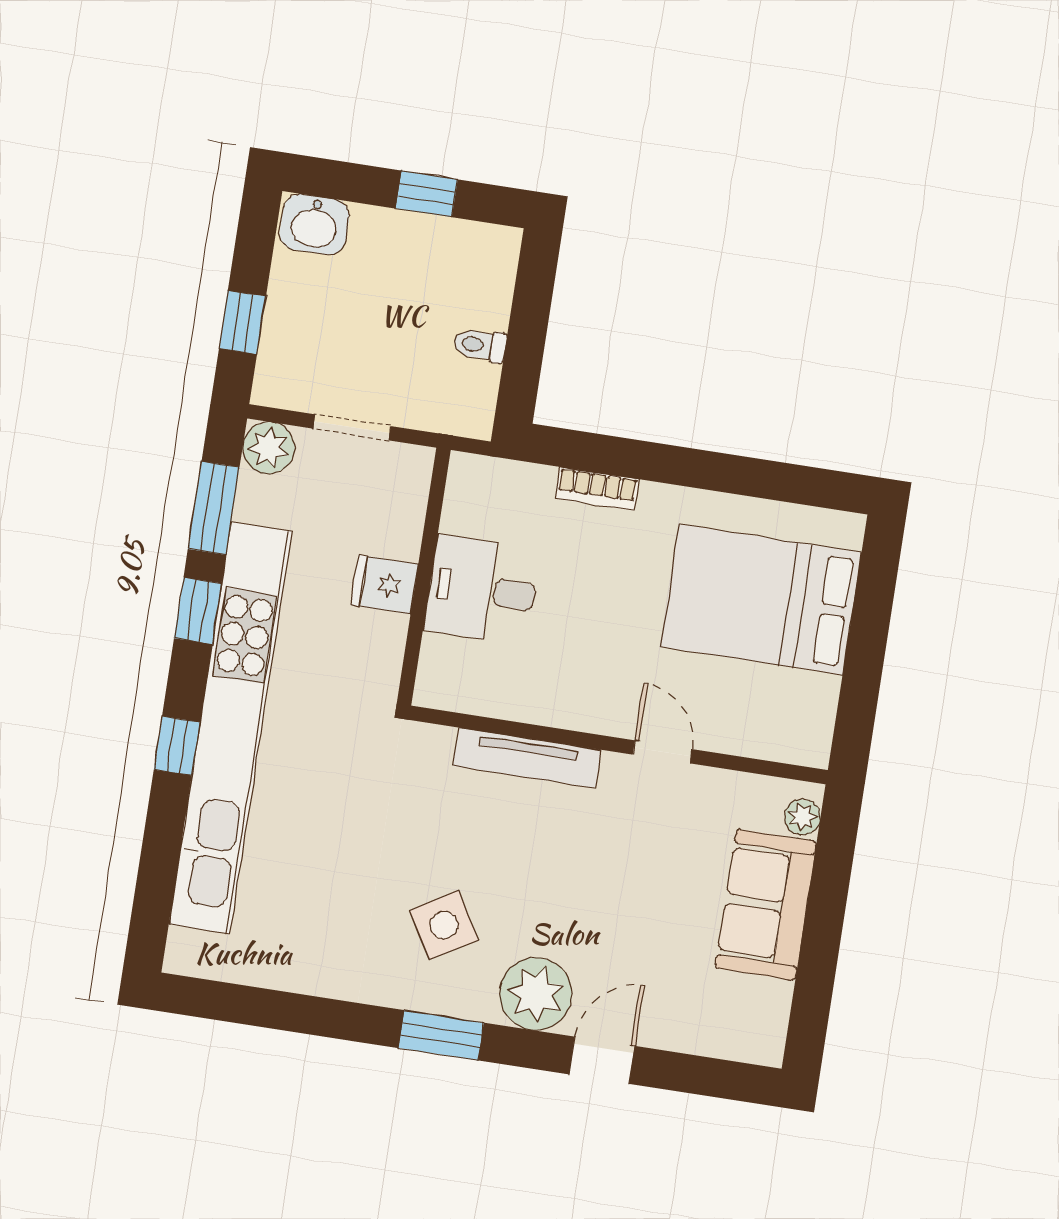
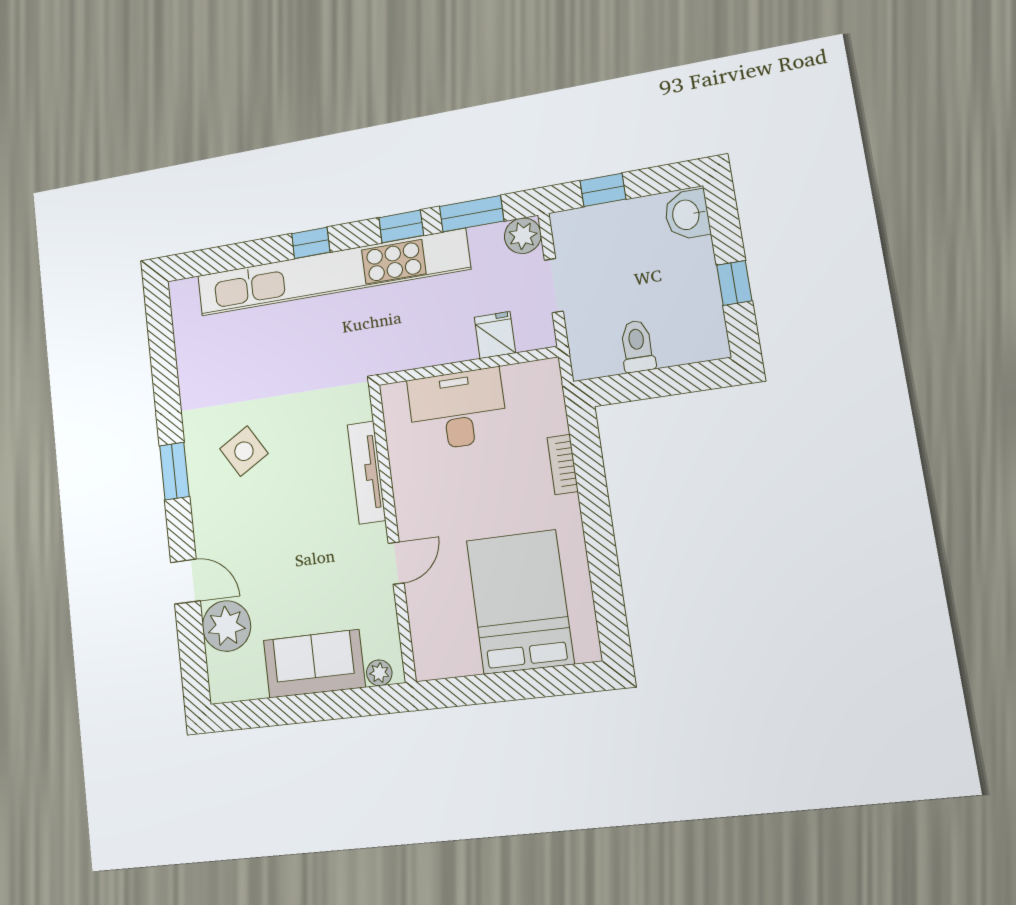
toilet: (480, 345) -> (637, 346), width x1.37, depth x1.39
fridge: (385, 585) -> (495, 335), moved
desk: (482, 590) -> (457, 410), width x1.37
plant: (536, 994) -> (227, 626), moved

